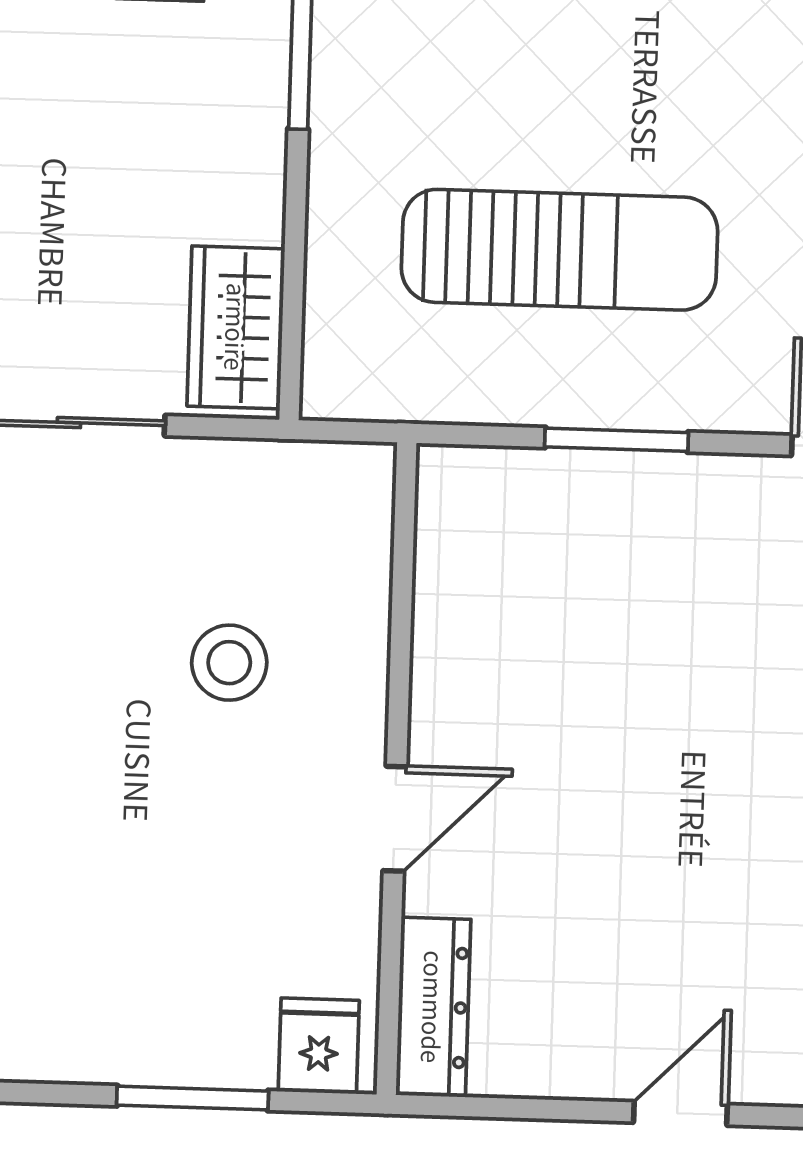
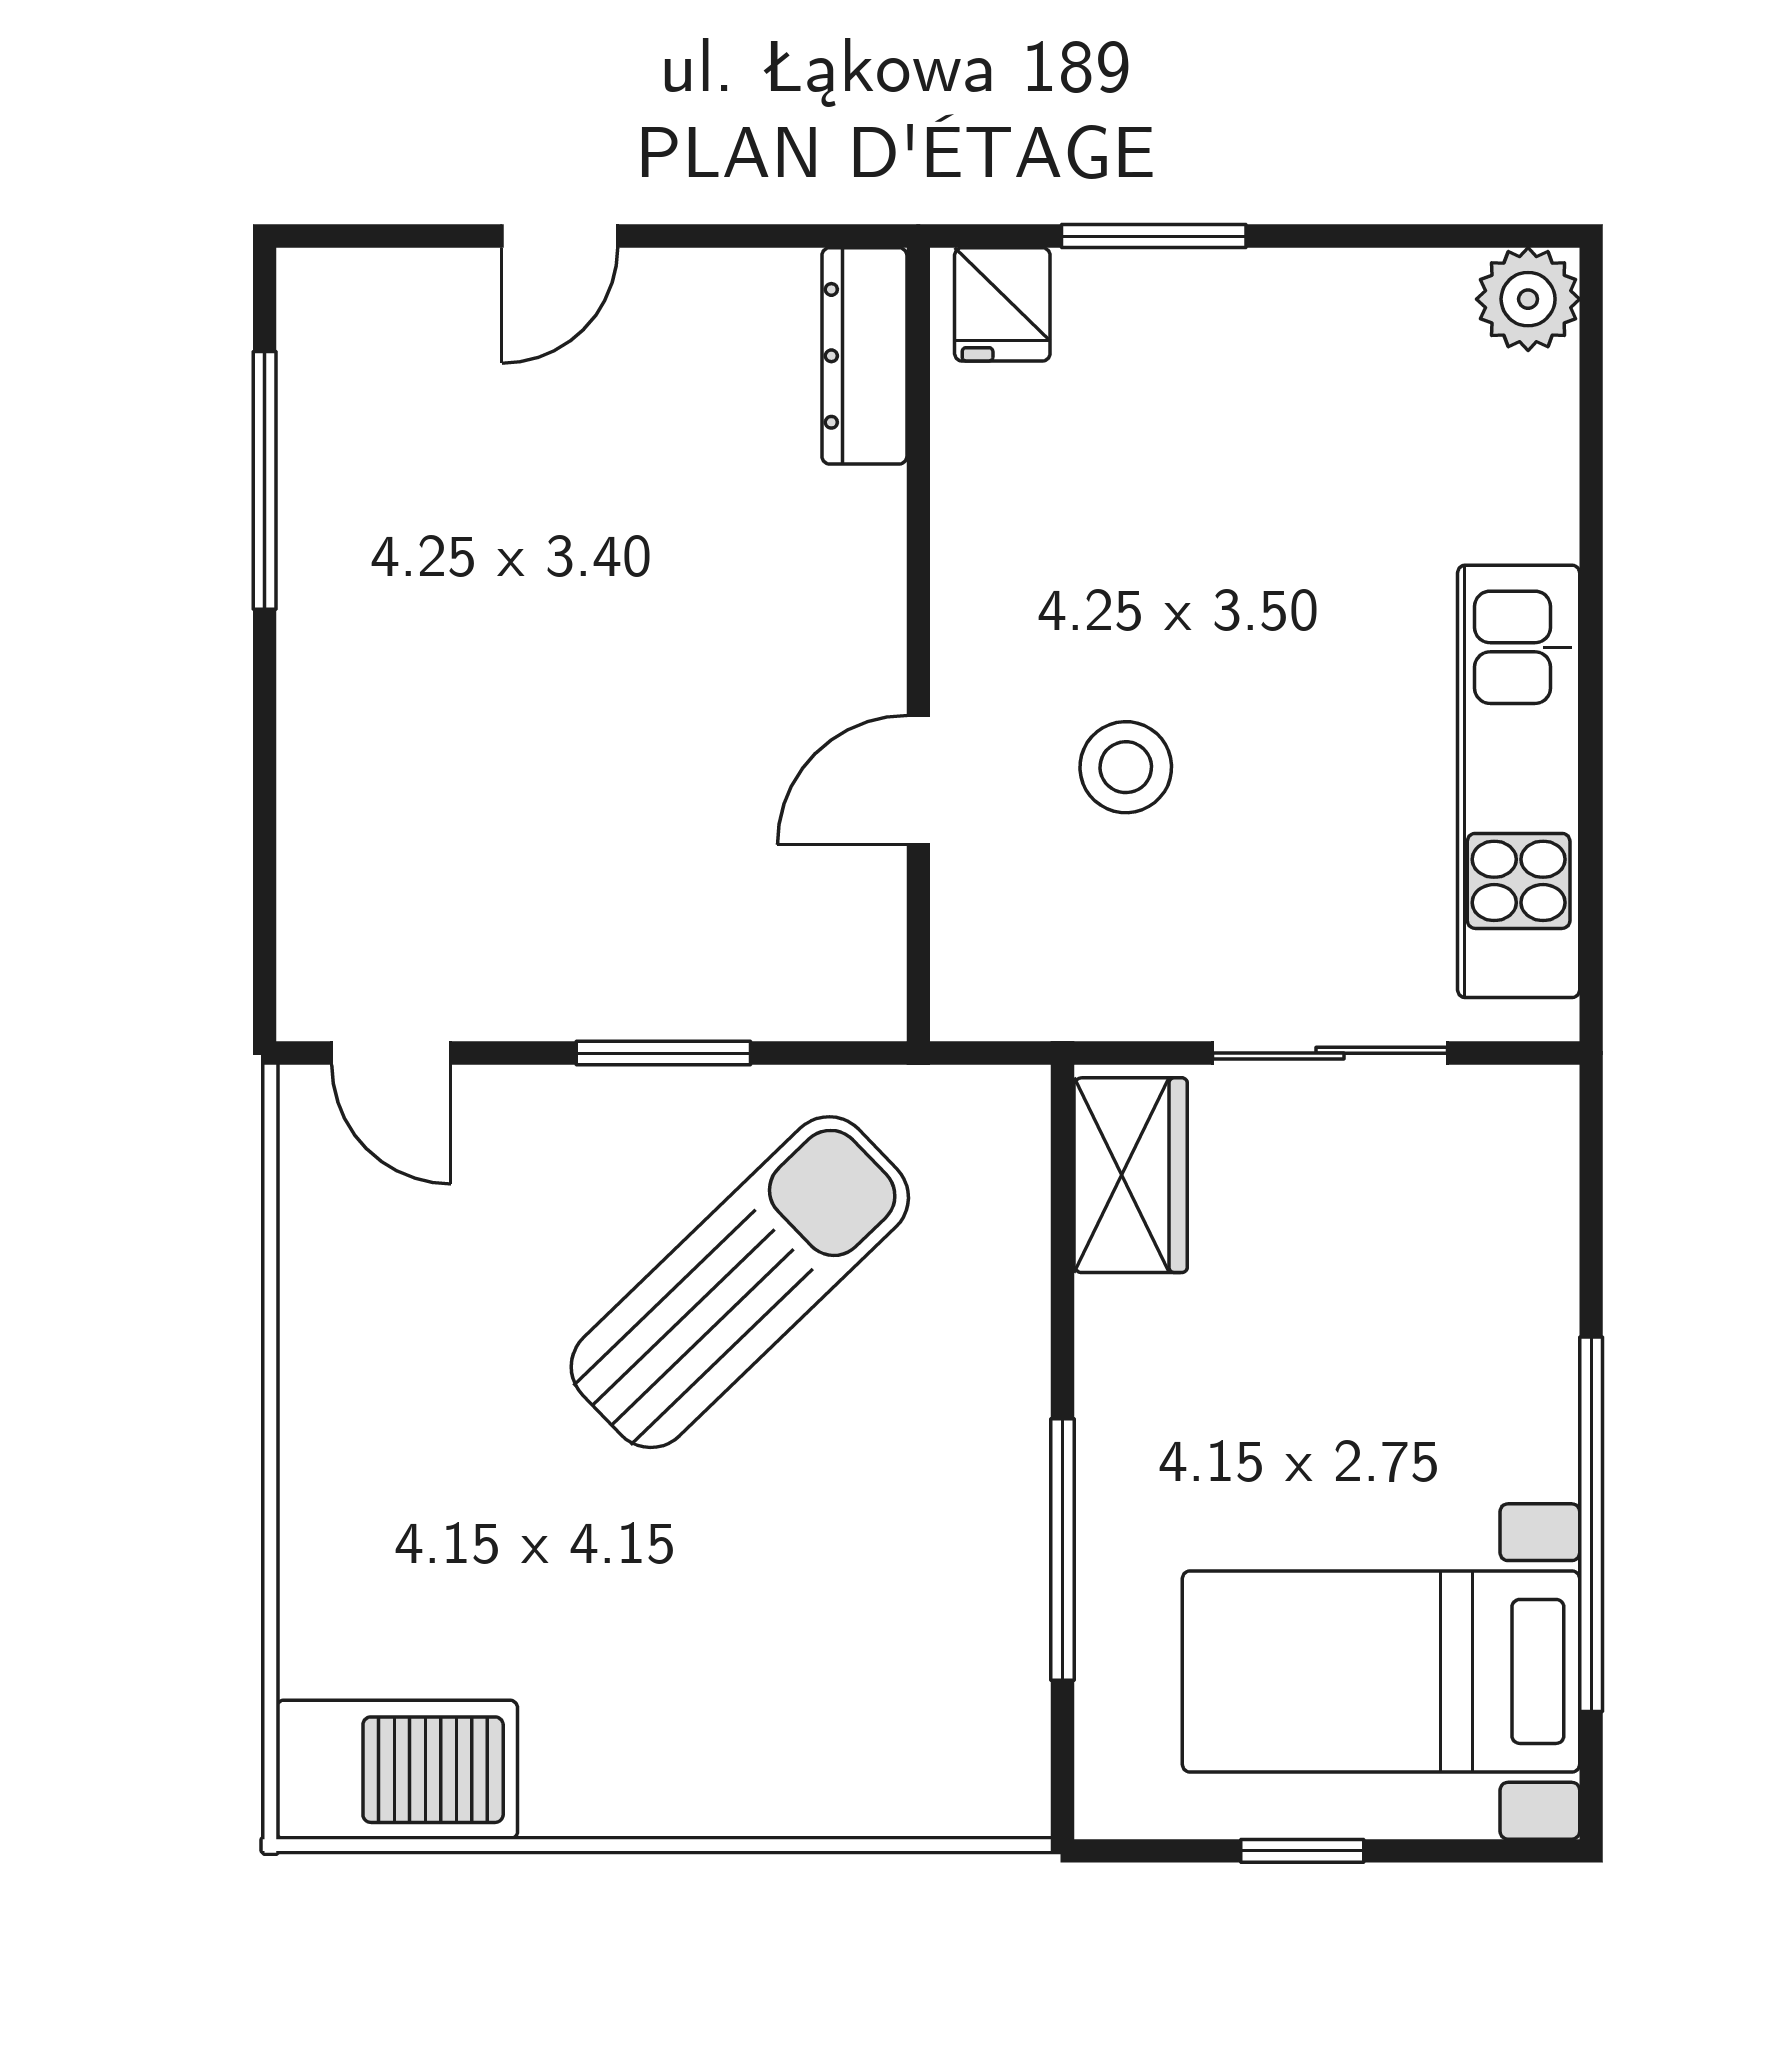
sun lounger: (560, 250) -> (740, 1282), turned 136
door: (395, 819) -> (918, 780), moved

